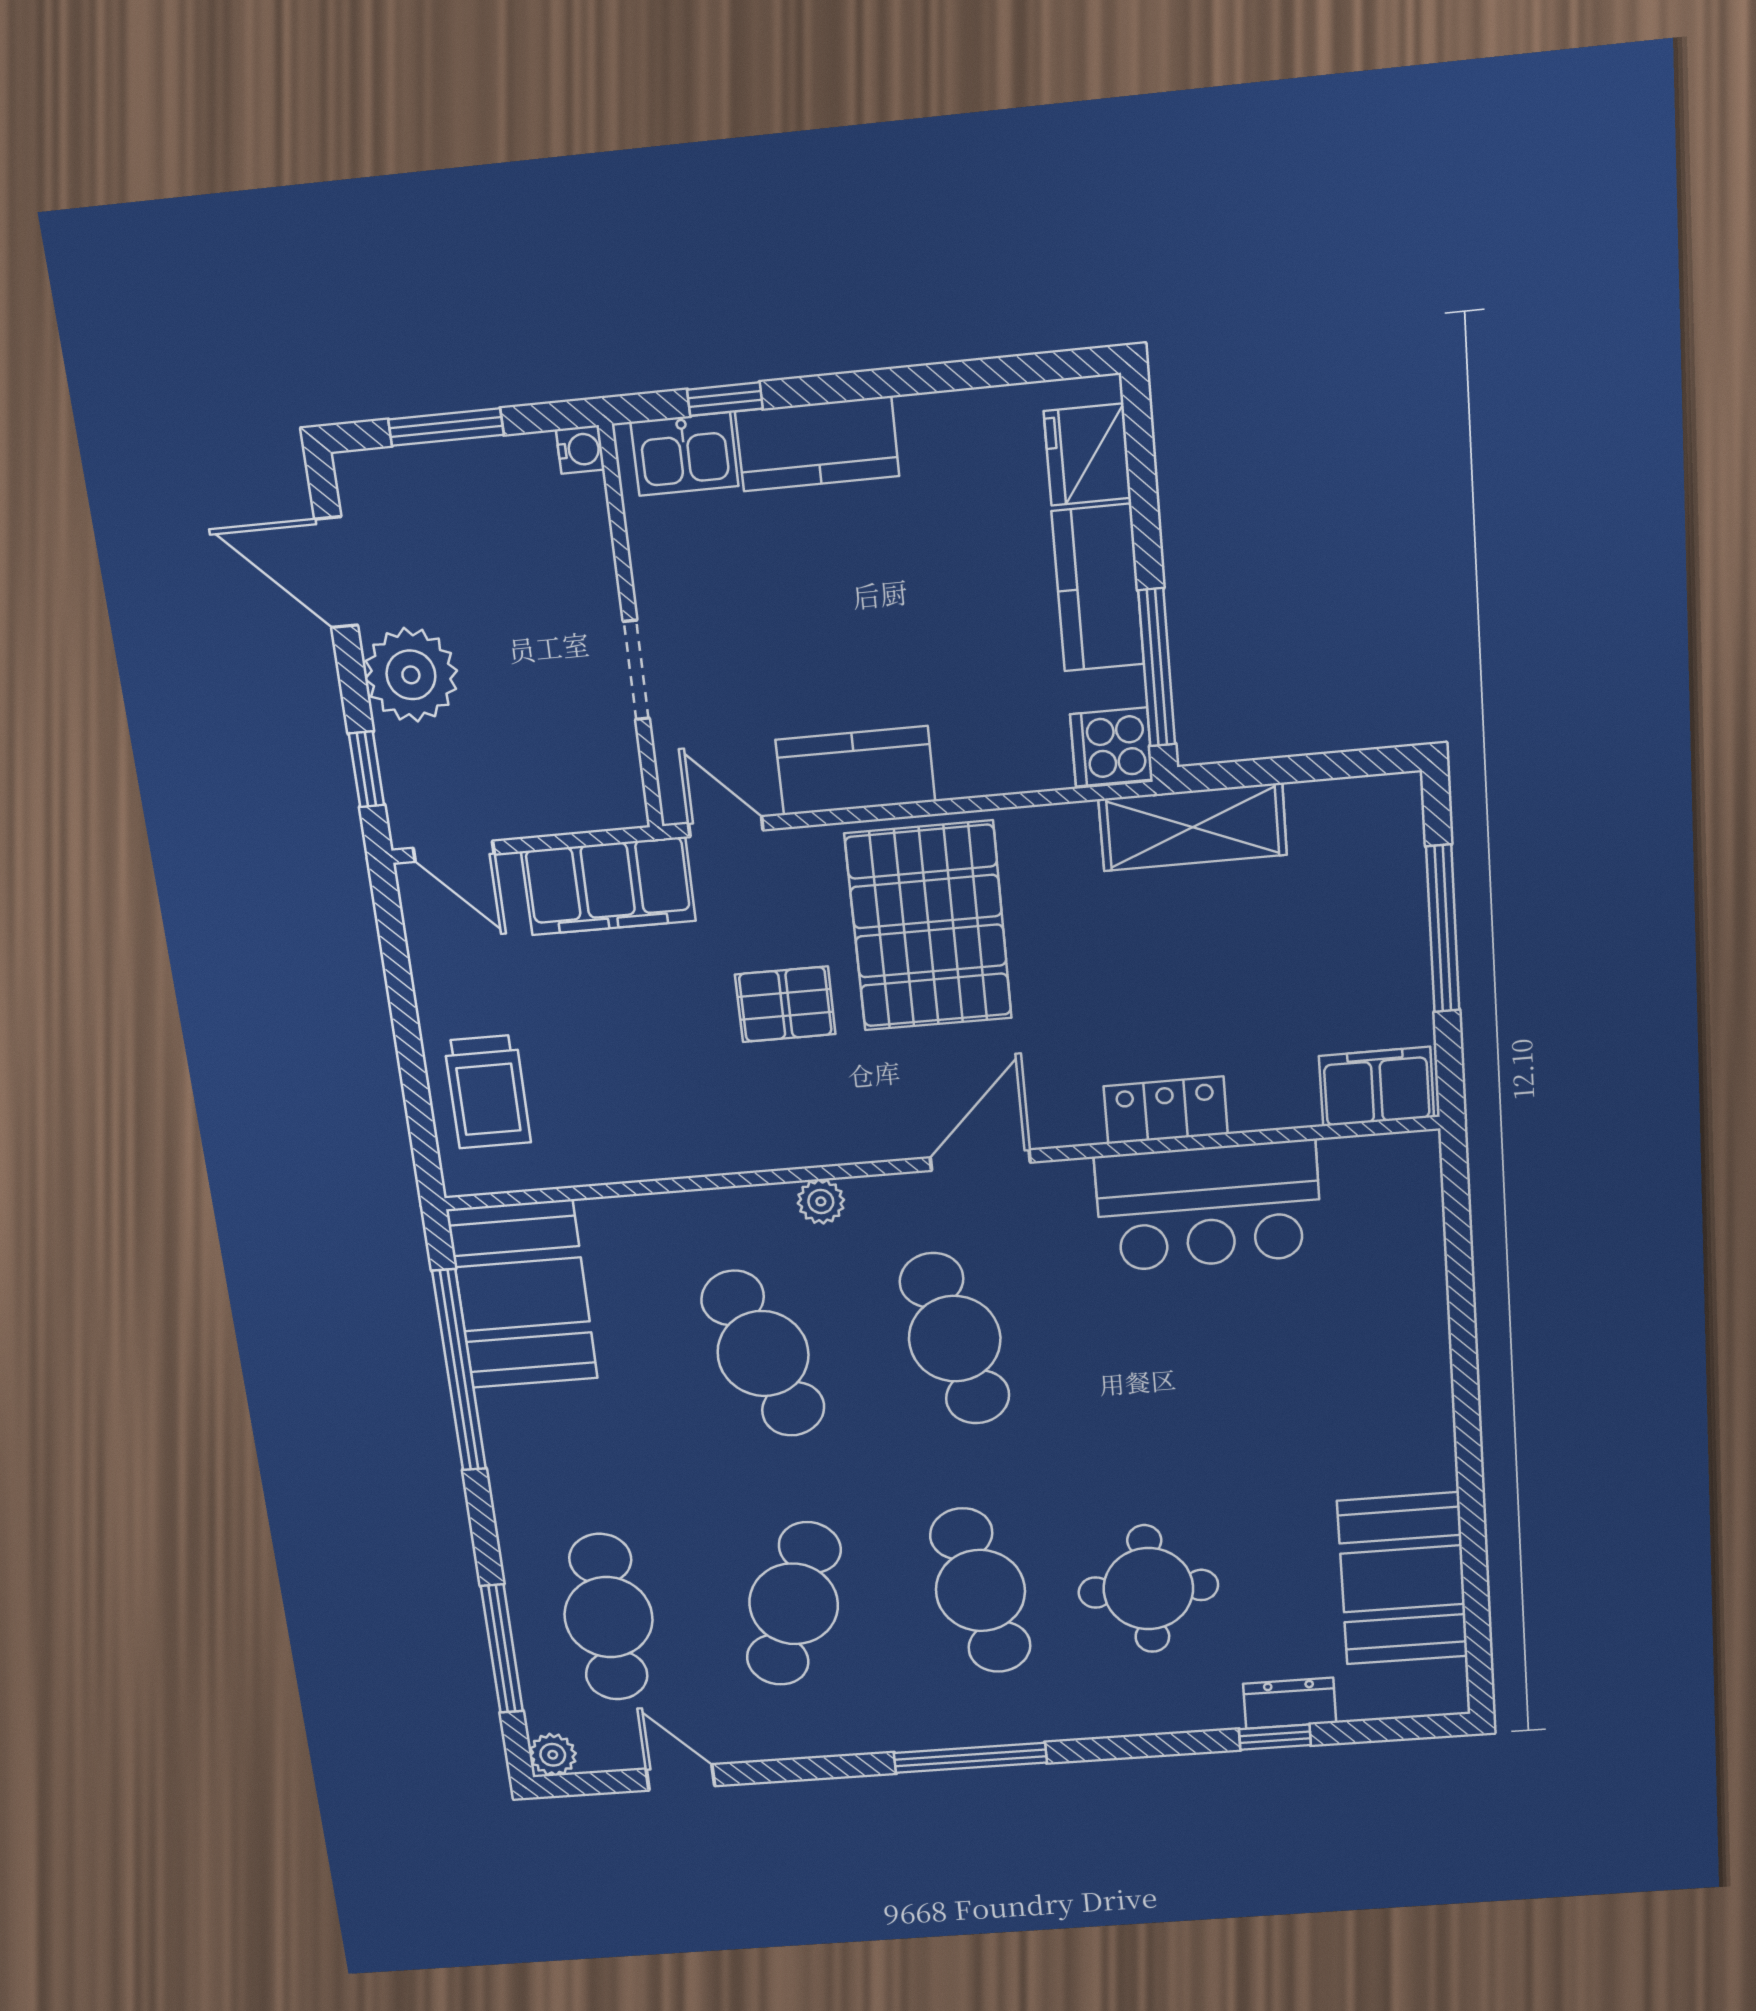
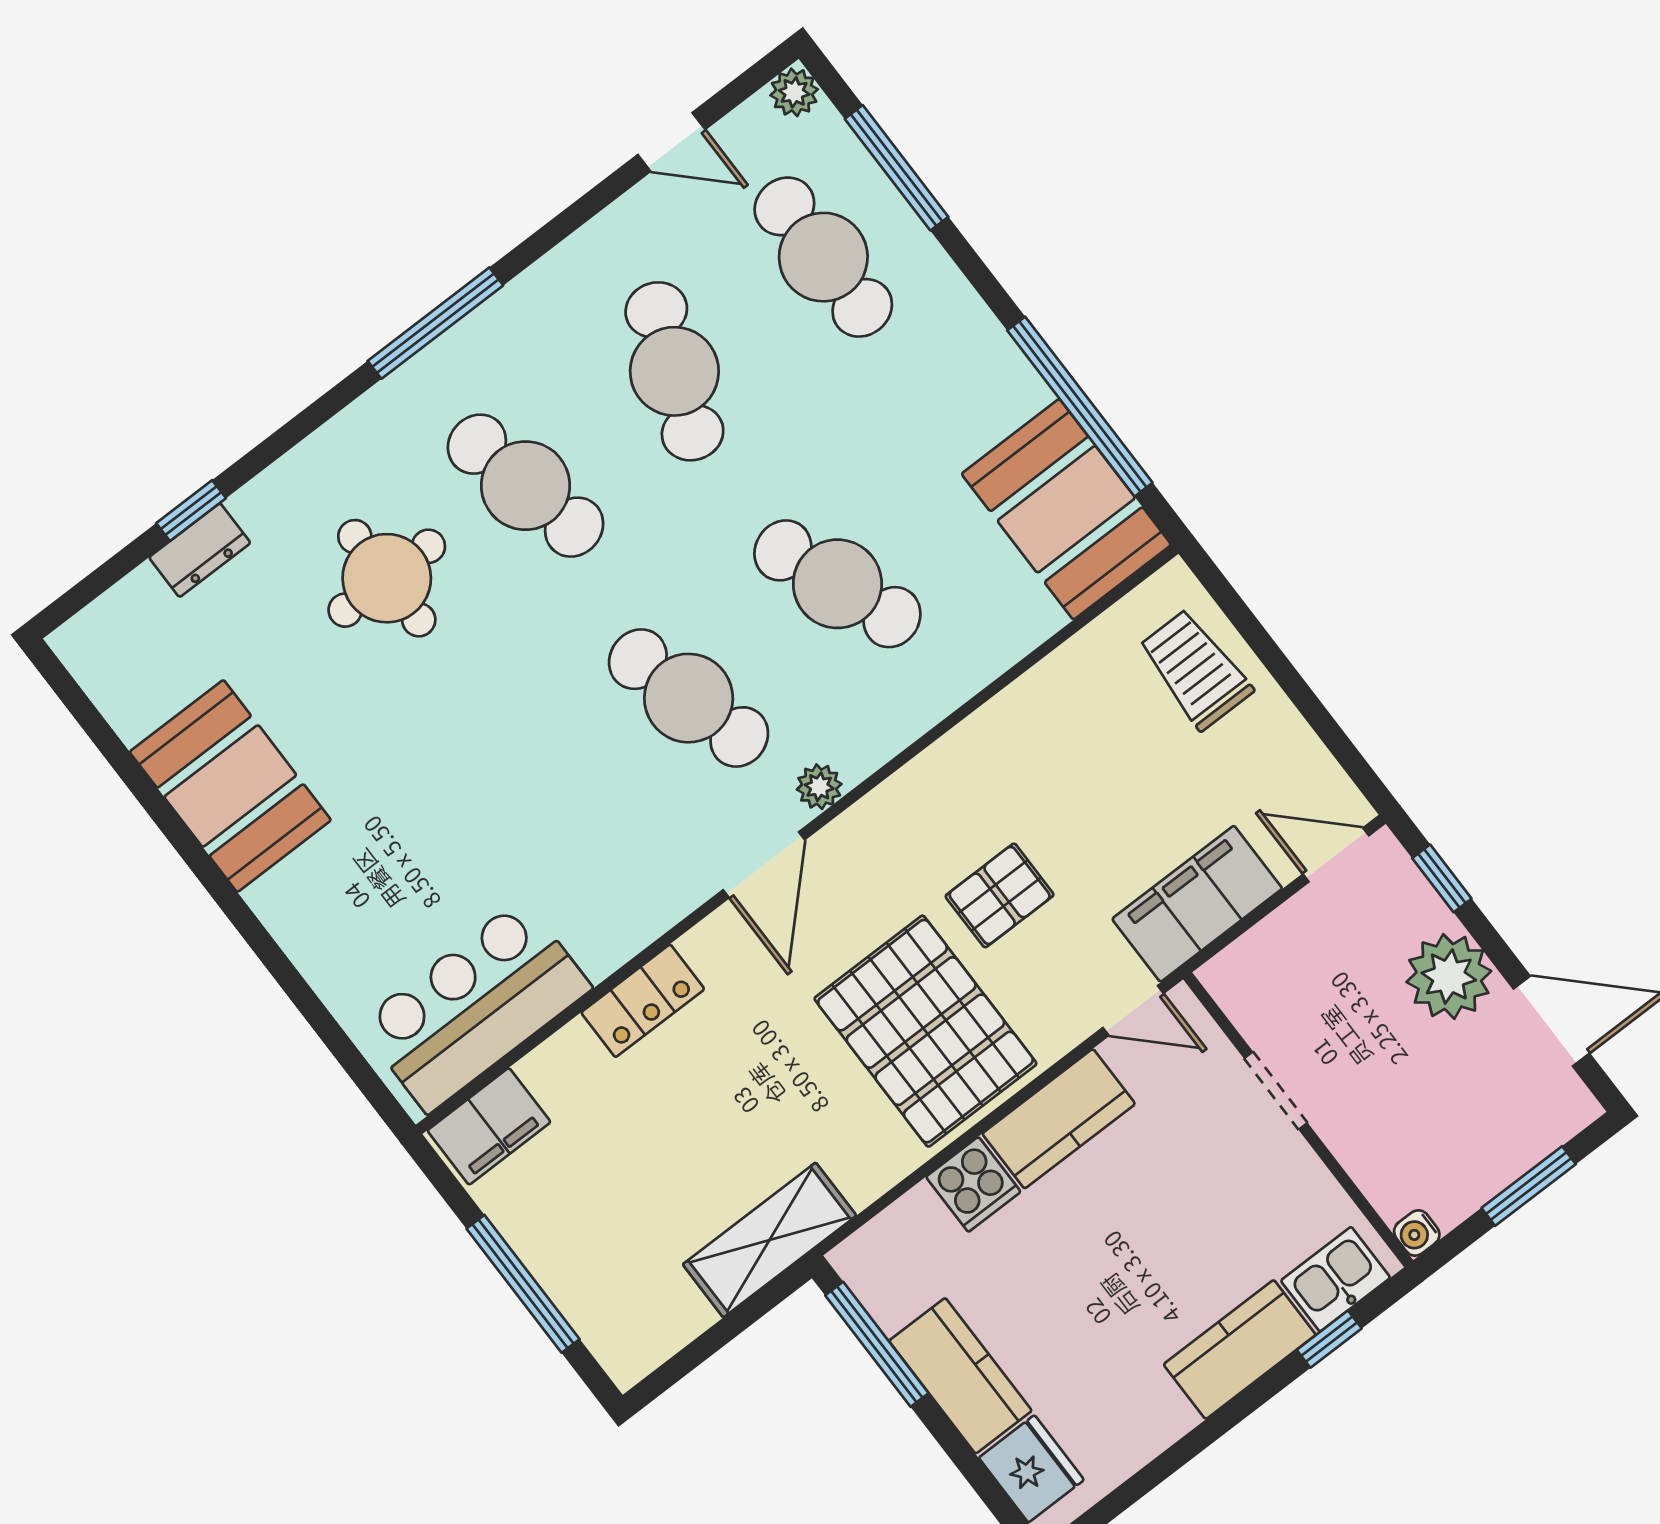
cooker: (1112, 747) -> (973, 1184), moved, turned 90
plant: (821, 1201) -> (819, 787), moved
bar counter: (1208, 1206) -> (475, 1006), moved
booth: (1403, 1579) -> (230, 786), moved

